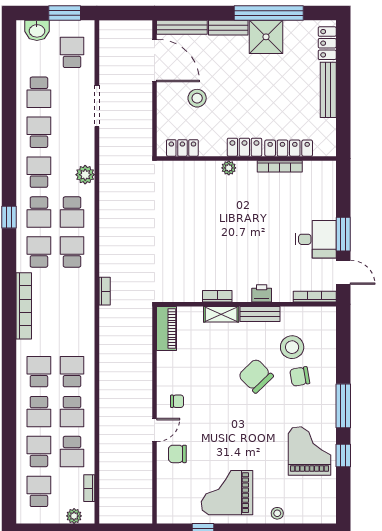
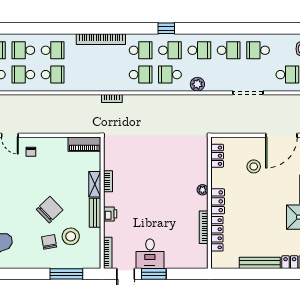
school desk: (39, 212) -> (170, 50), turned 180
window: (343, 406) -> (66, 274), moved

